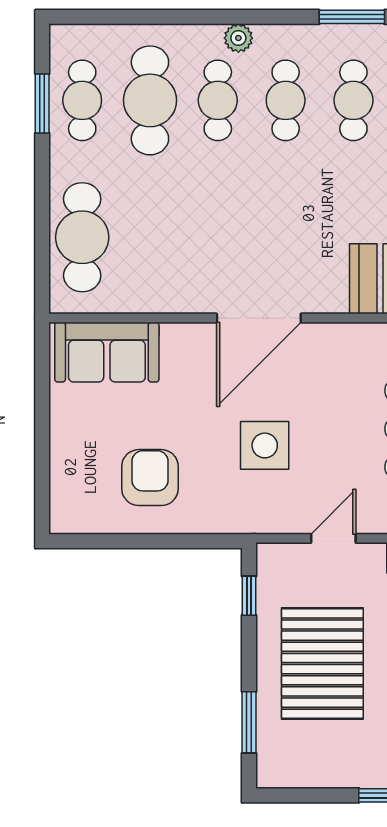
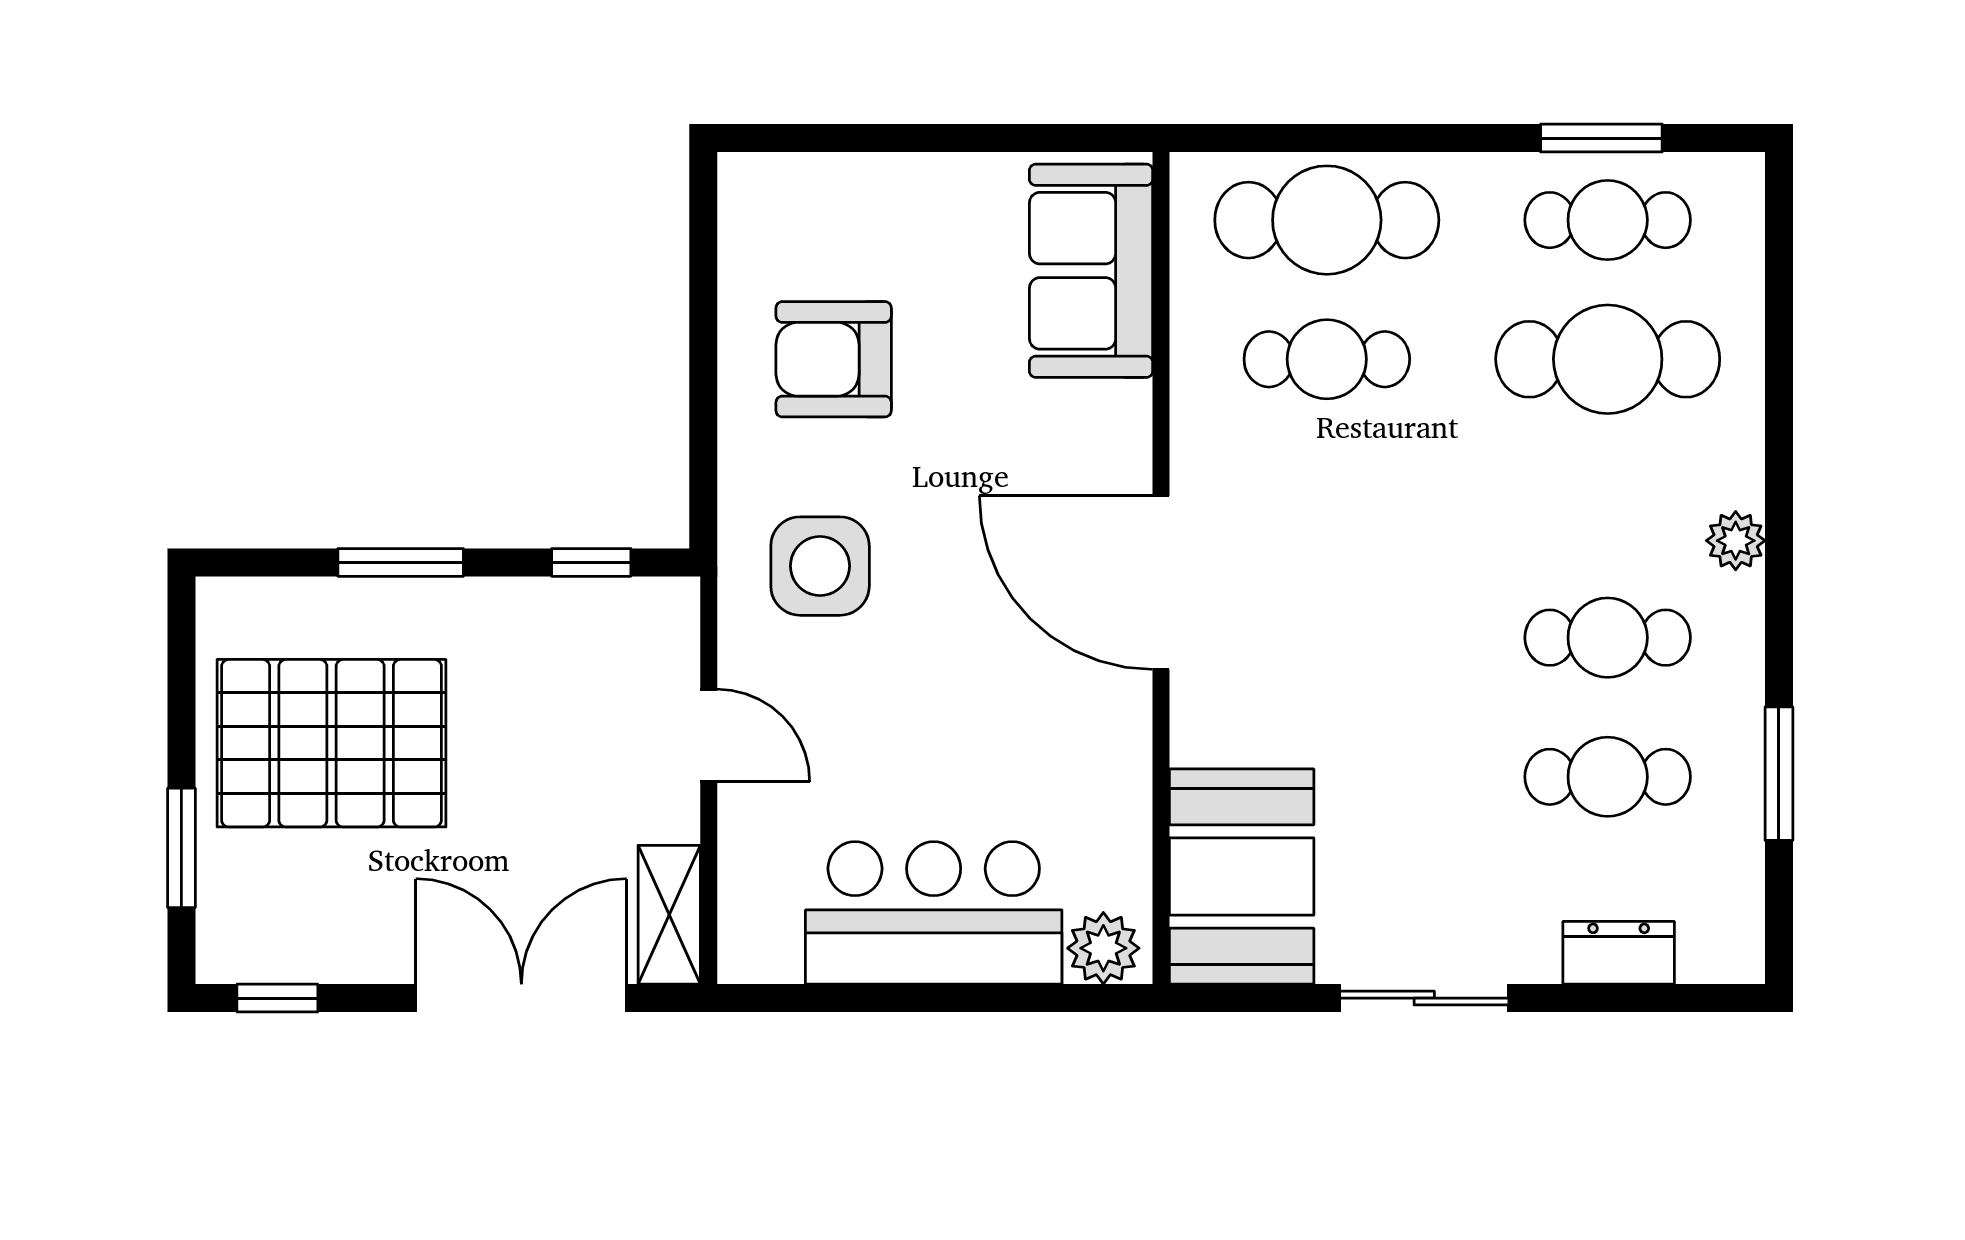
cafe table: (218, 100) -> (1327, 359), moved
side table: (265, 445) -> (820, 566), moved
armchair: (150, 478) -> (834, 359), turned 180
pallet: (322, 664) -> (331, 743), moved
window: (249, 722) -> (401, 562), moved

